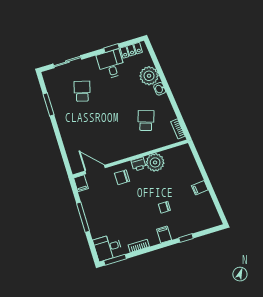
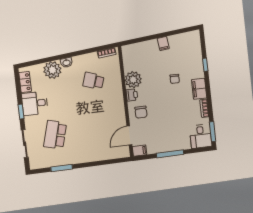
window: (111, 48) -> (21, 112), moved
school desk: (82, 91) -> (55, 135), width x1.85
filing cabinet: (164, 235) -> (199, 89), width x2.00

